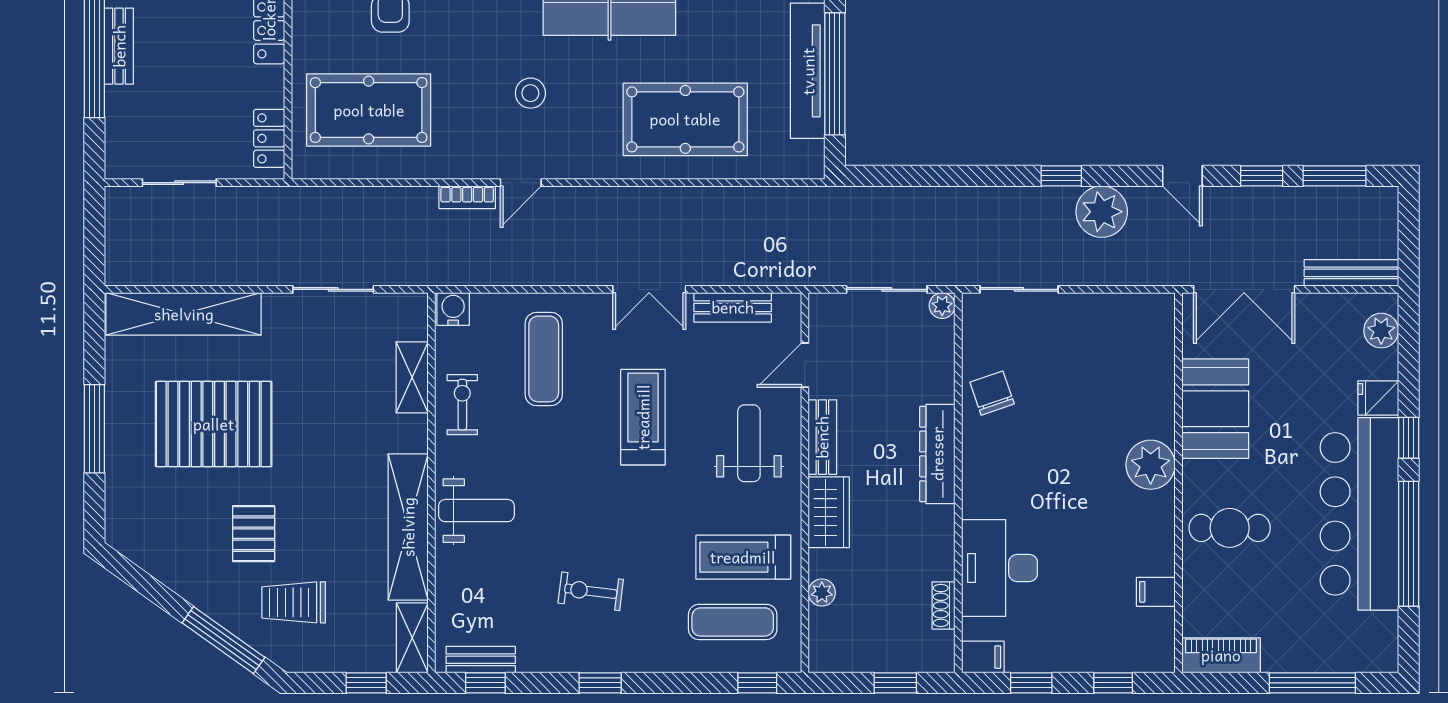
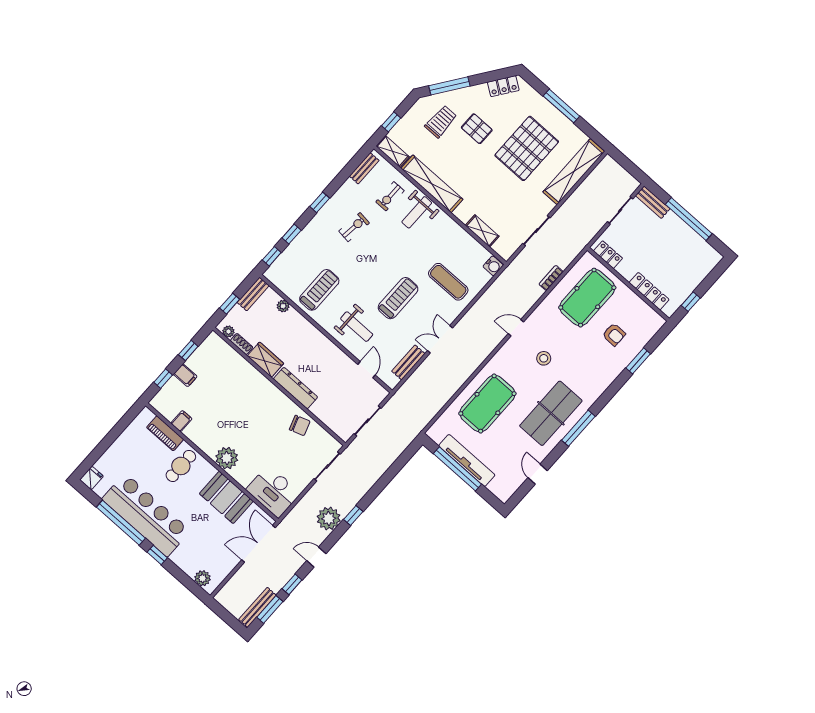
bench: (119, 46) -> (653, 202), moved
door: (521, 183) -> (516, 328), hinge flipped
bookcase: (467, 197) -> (551, 278), moved
bench: (1351, 273) -> (257, 607), moved
plant: (942, 306) -> (228, 332), moved
fridge: (1378, 398) -> (92, 478), moved
exercise bike: (462, 405) -> (390, 196), moved, turned 90
treadmill: (643, 417) -> (398, 298), turned -90
bench: (822, 437) -> (253, 294), moved, turned 90
wardrobe: (829, 512) -> (265, 360), moved, turned 180
locker: (146, 552) -> (503, 86), added
desk: (1000, 568) -> (273, 491), moved, turned 180
exercise mat: (733, 622) -> (300, 266), removed
piano: (1221, 655) -> (165, 433), moved, turned 90
filing cabinet: (983, 657) -> (185, 375), moved, turned -90
window: (485, 683) -> (292, 234), moved
window: (1312, 683) -> (102, 447), removed

